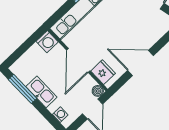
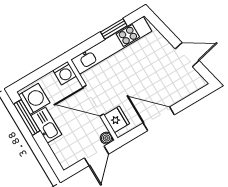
door: (78, 60) -> (93, 101), hinge flipped
washing machine: (60, 115) -> (34, 99), moved, width x1.89, depth x1.89

